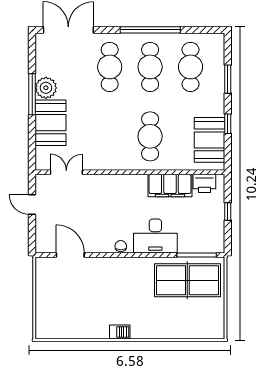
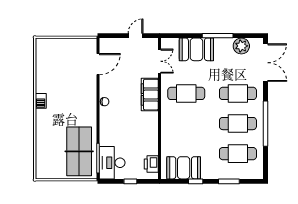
plant: (46, 88) -> (241, 46), moved
cafe table: (150, 136) -> (186, 93), moved
filing cabinet: (170, 185) -> (150, 95), moved
desk: (155, 236) -> (112, 163), moved

